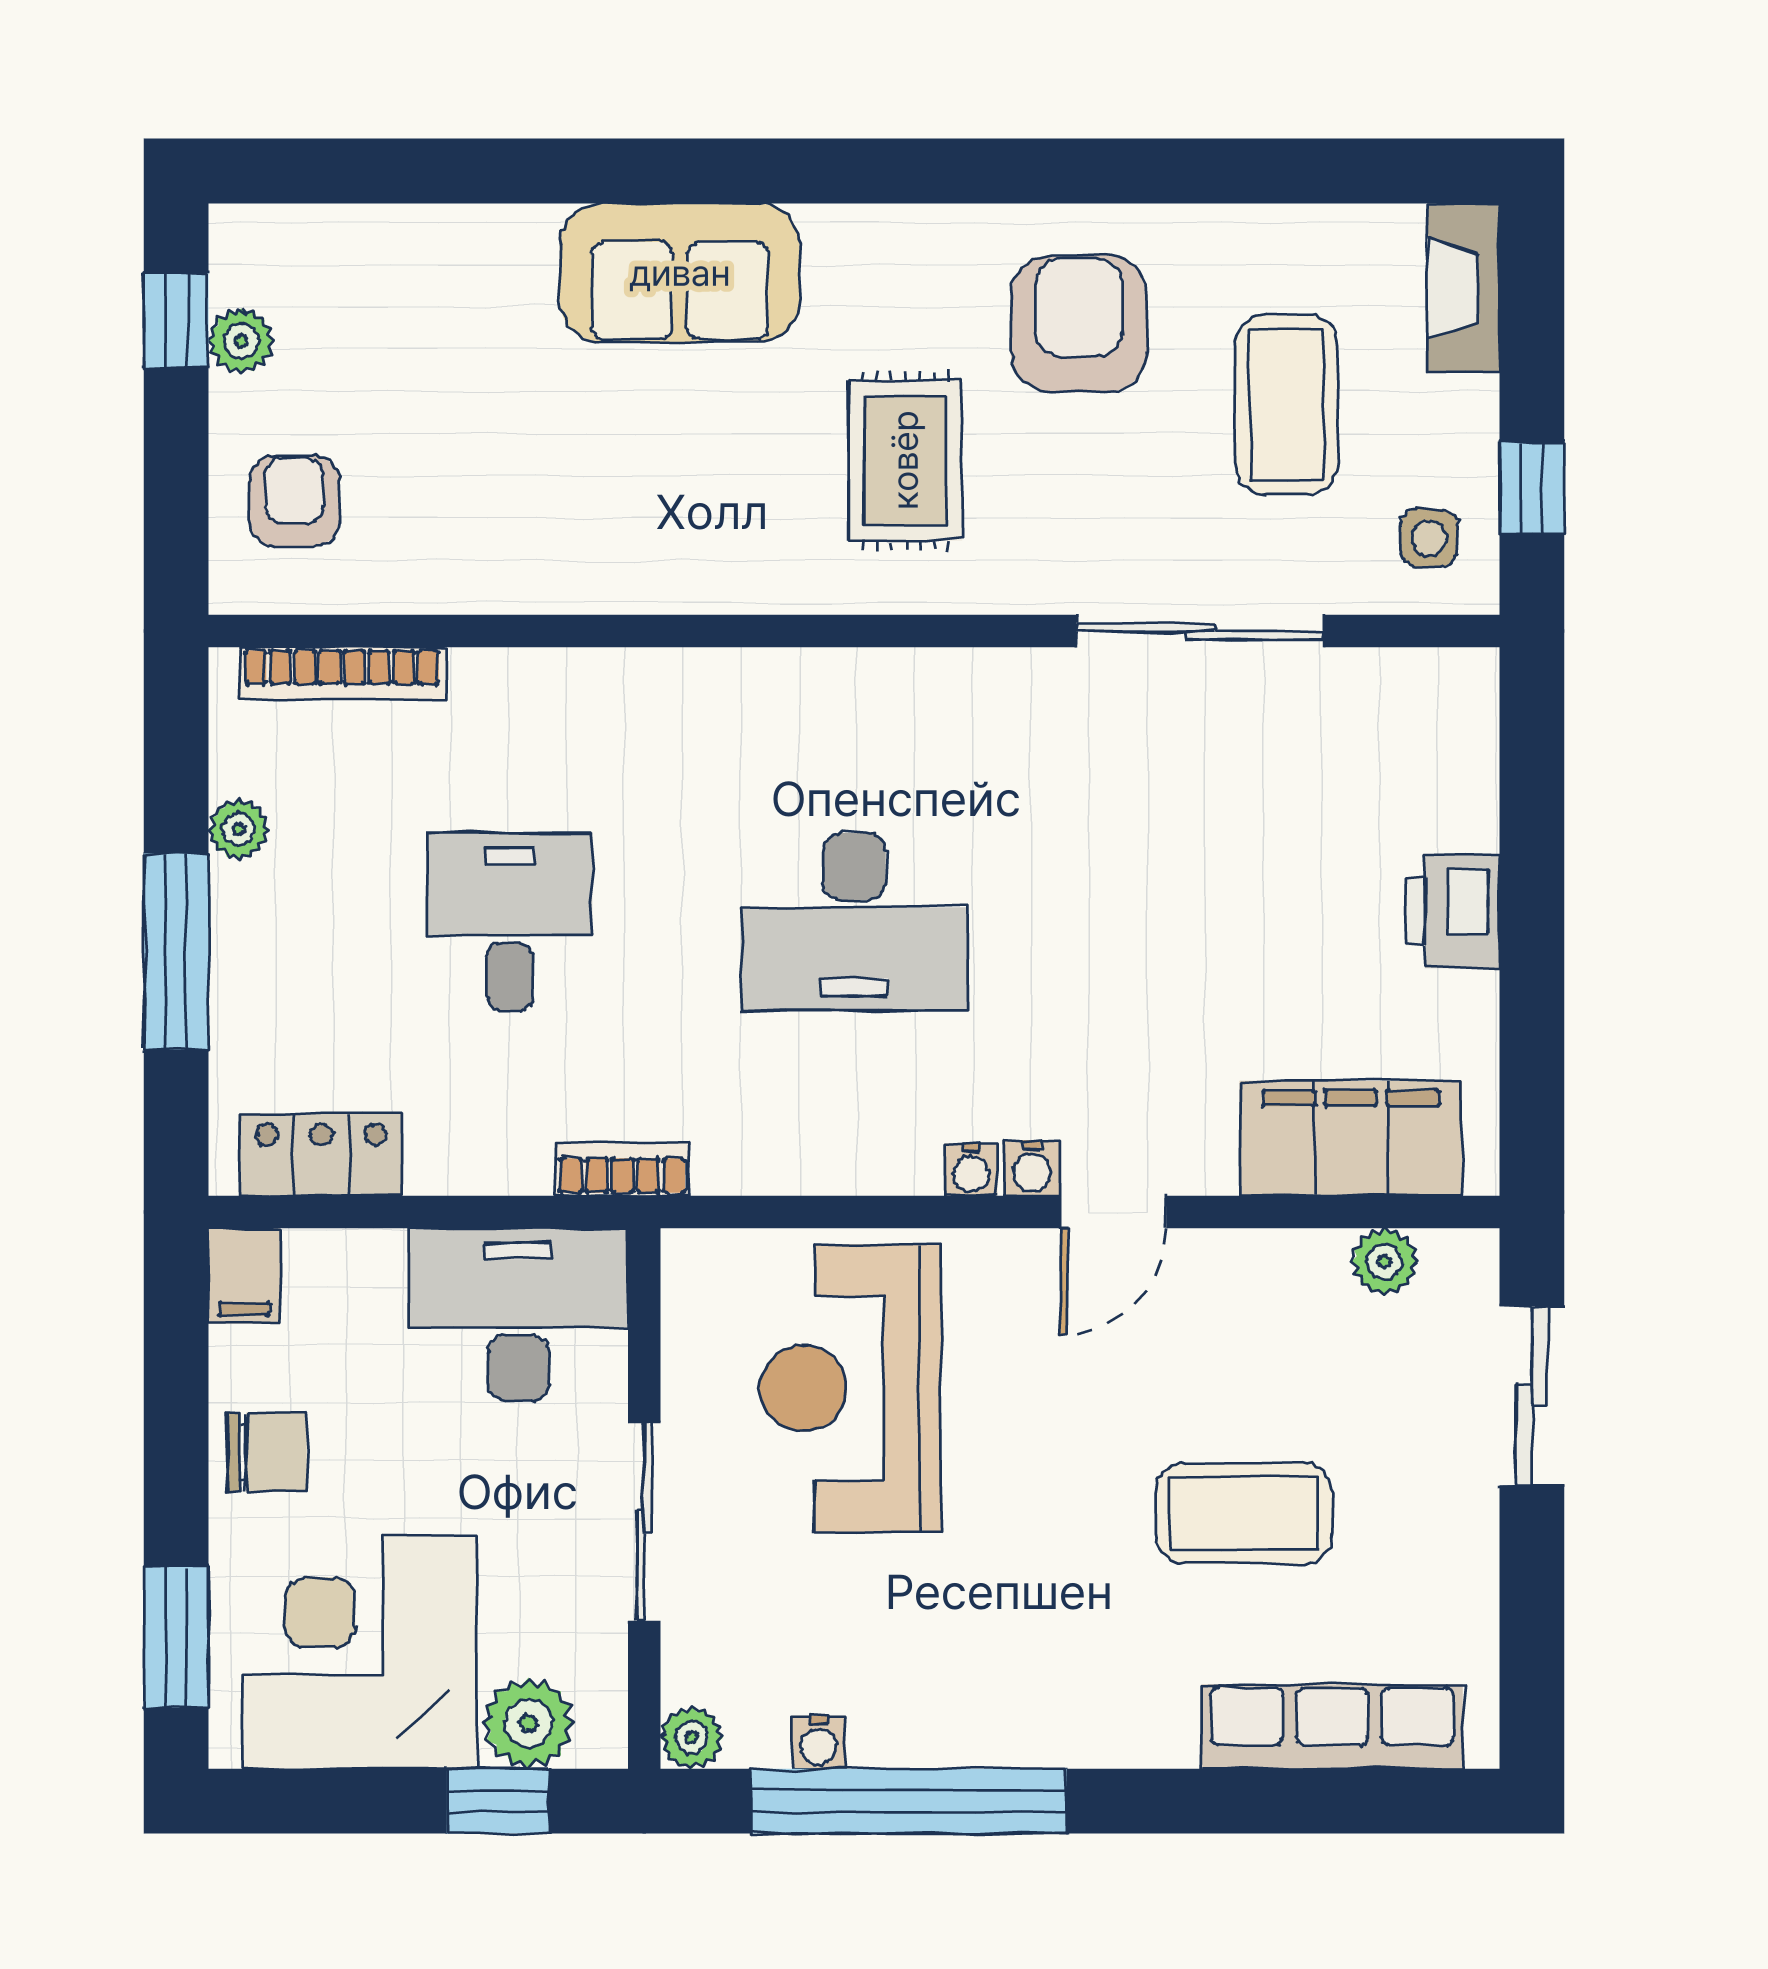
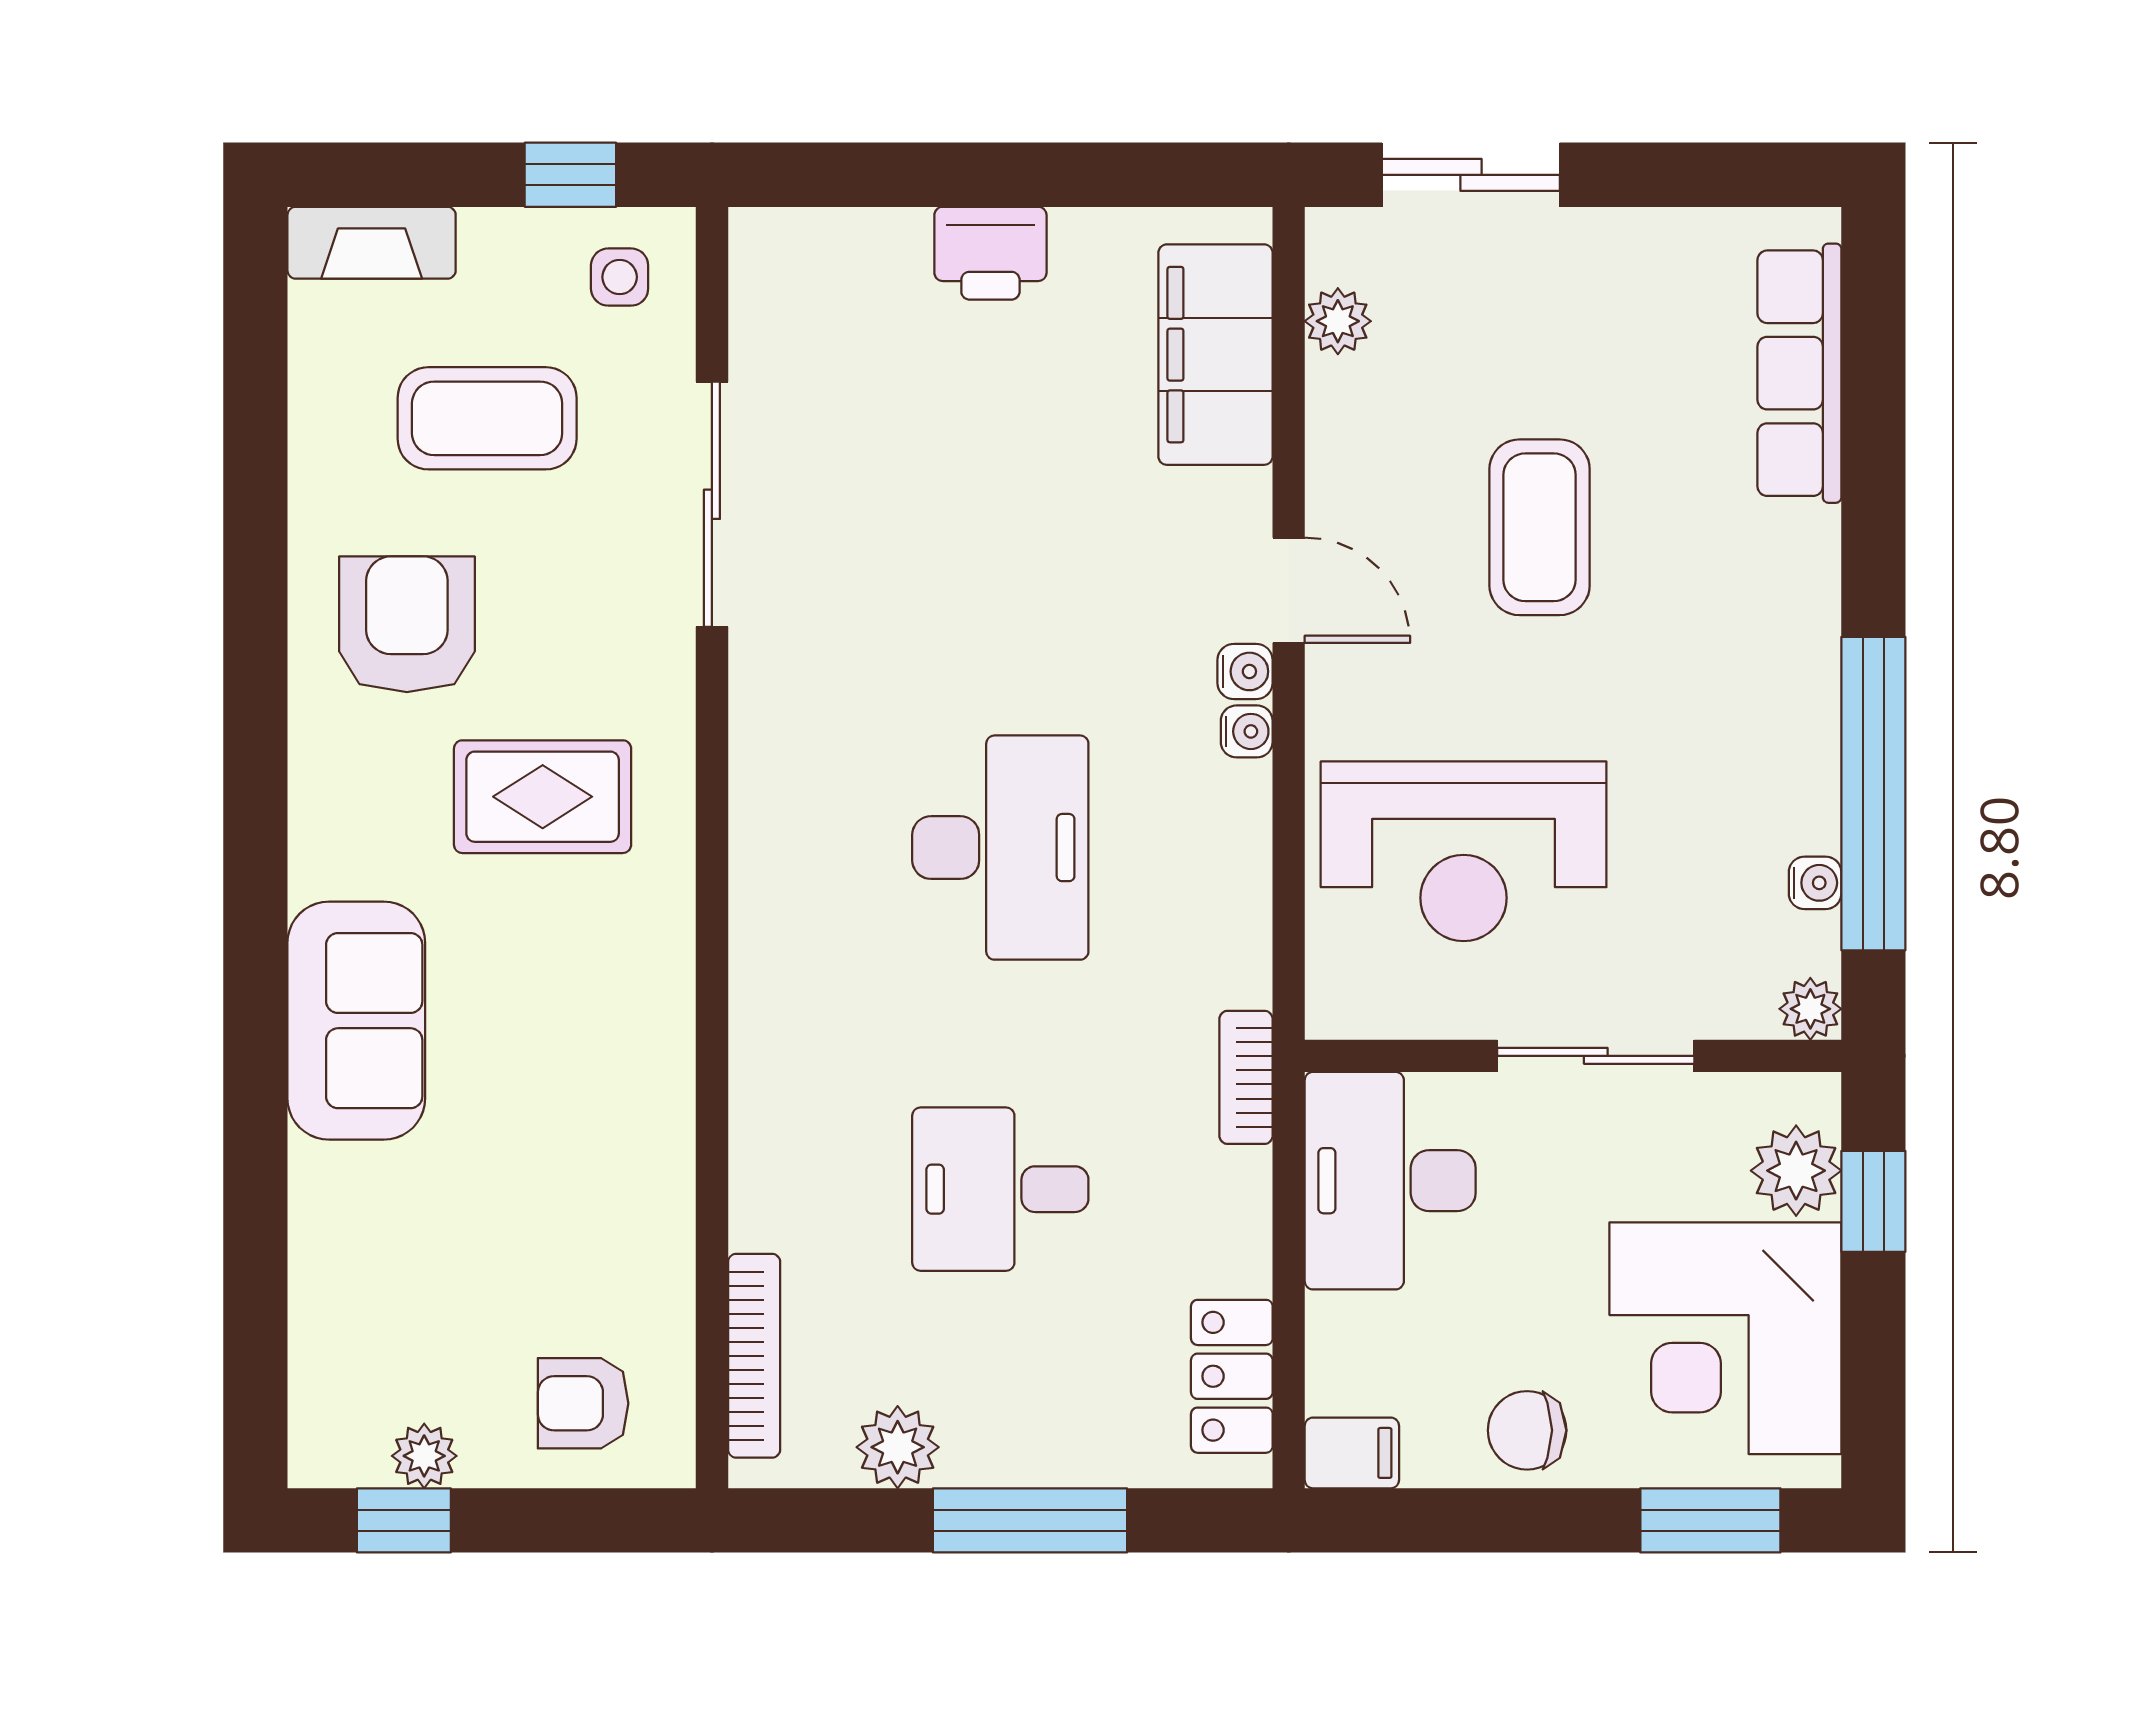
armchair: (1079, 324) -> (407, 624), turned 90
plant: (239, 829) -> (898, 1447), width x1.38, depth x1.38
chair: (267, 1452) -> (1527, 1430), turned -90
coffee table: (1244, 1513) -> (1540, 527), moved

